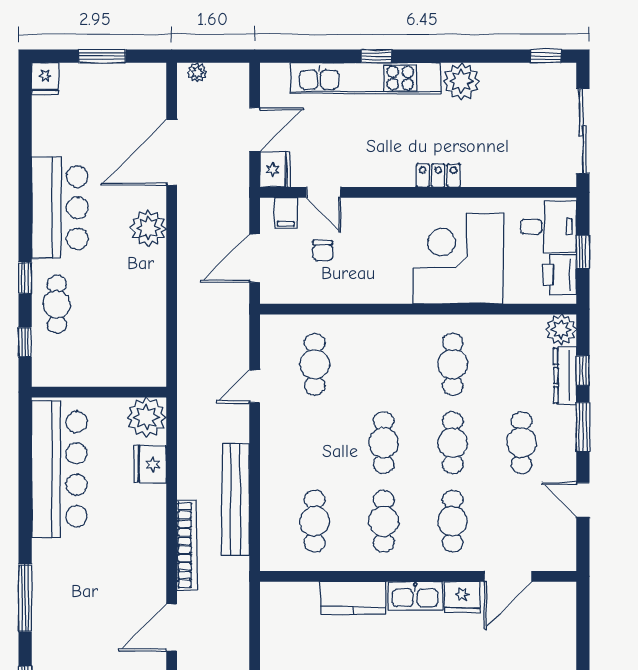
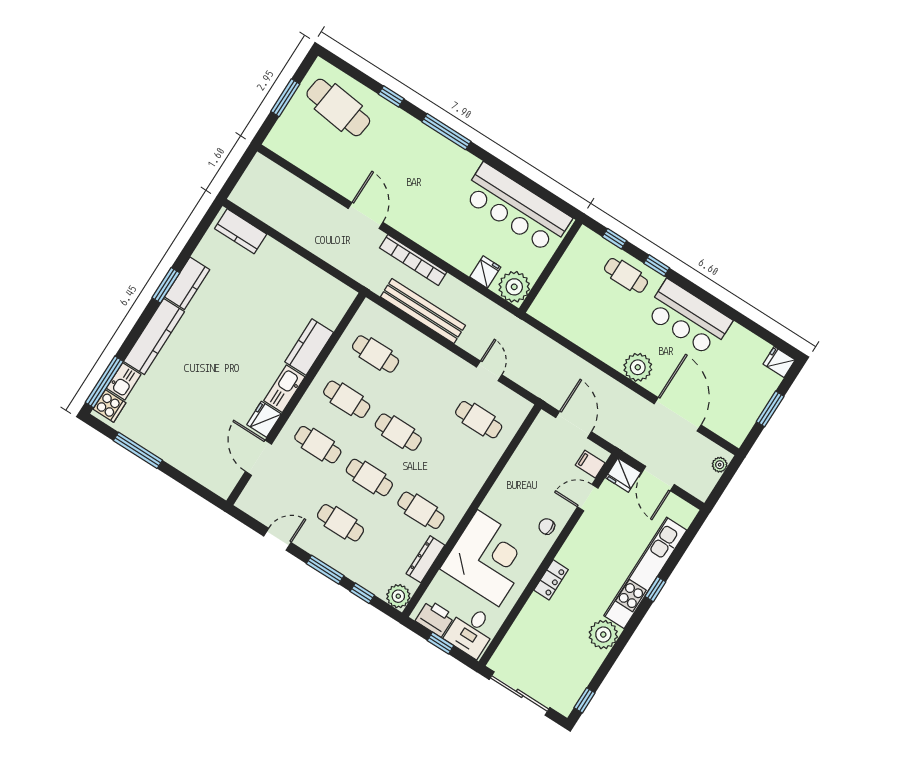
chair: (323, 251) -> (547, 526), moved
dresser: (565, 376) -> (425, 559), moved, turned -90
fridge: (150, 464) -> (485, 272), width x0.72

